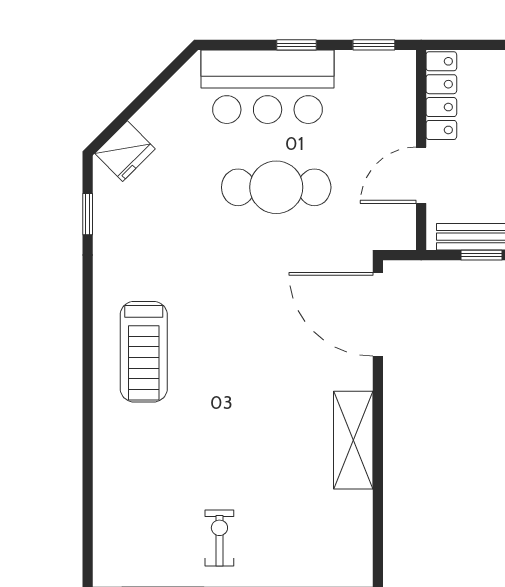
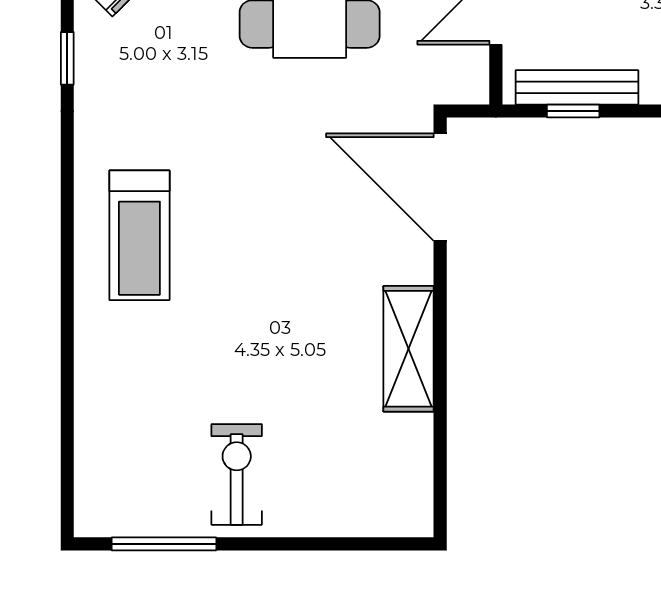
exercise bike: (219, 538) -> (237, 474), width x1.38, depth x1.39

